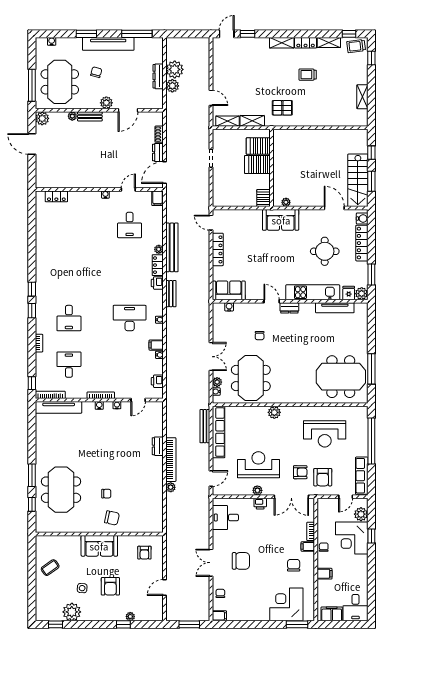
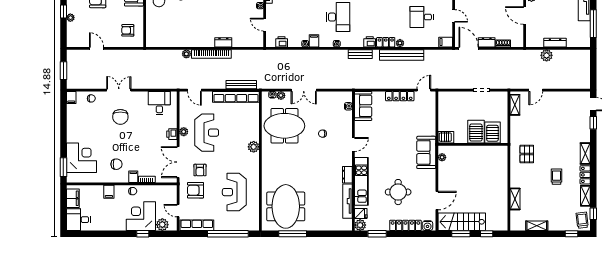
plant: (175, 69) -> (561, 57), removed
shelving: (252, 121) -> (515, 199), moved
dresser: (289, 308) -> (347, 175), moved

